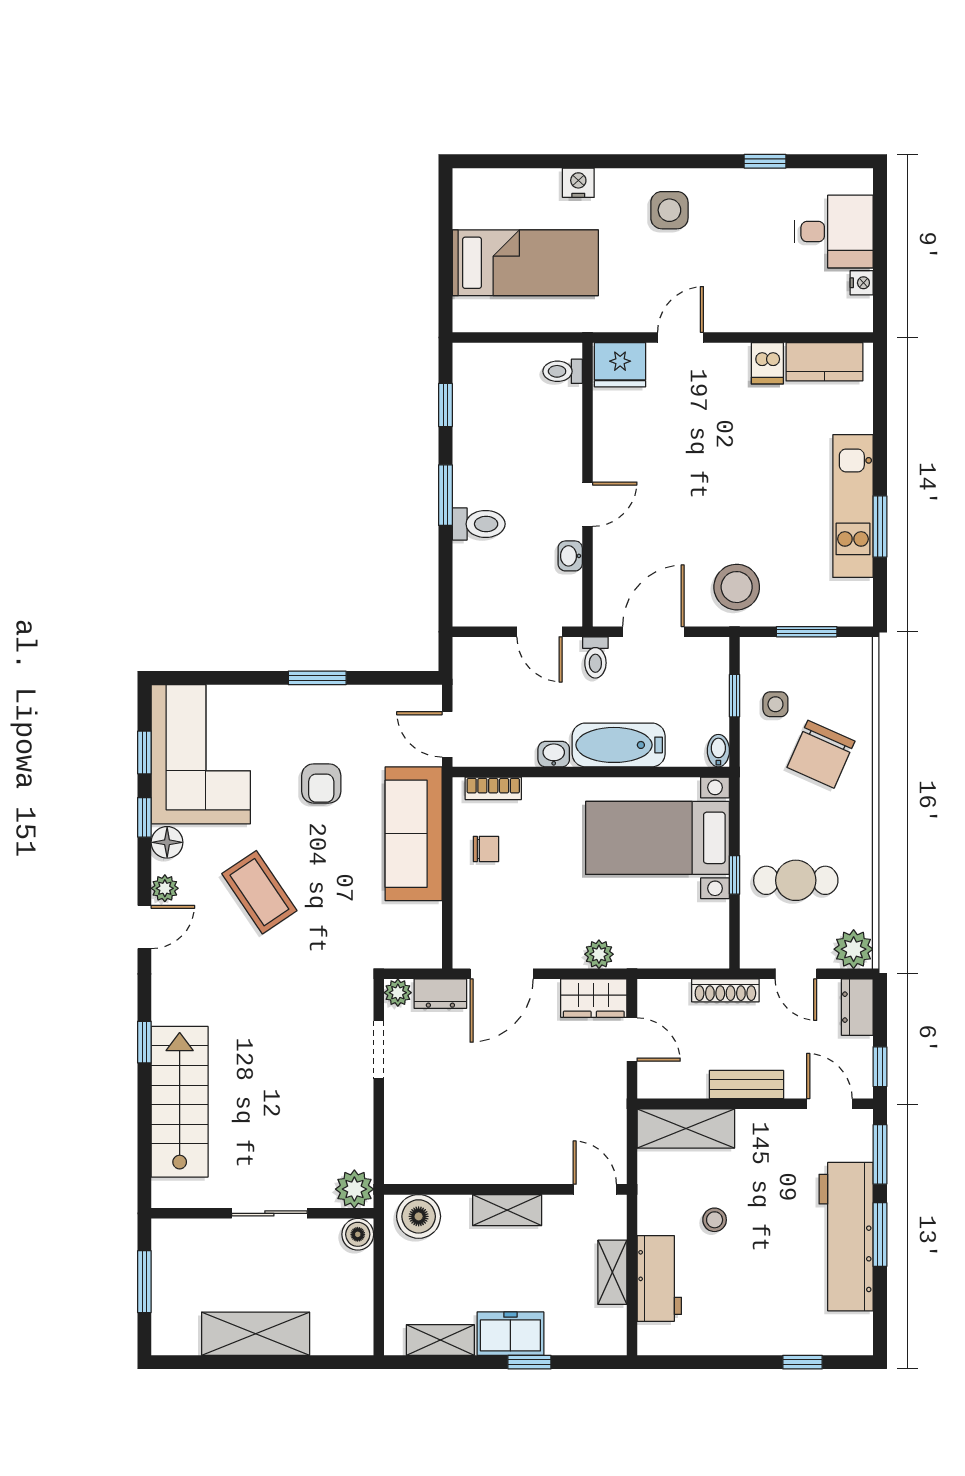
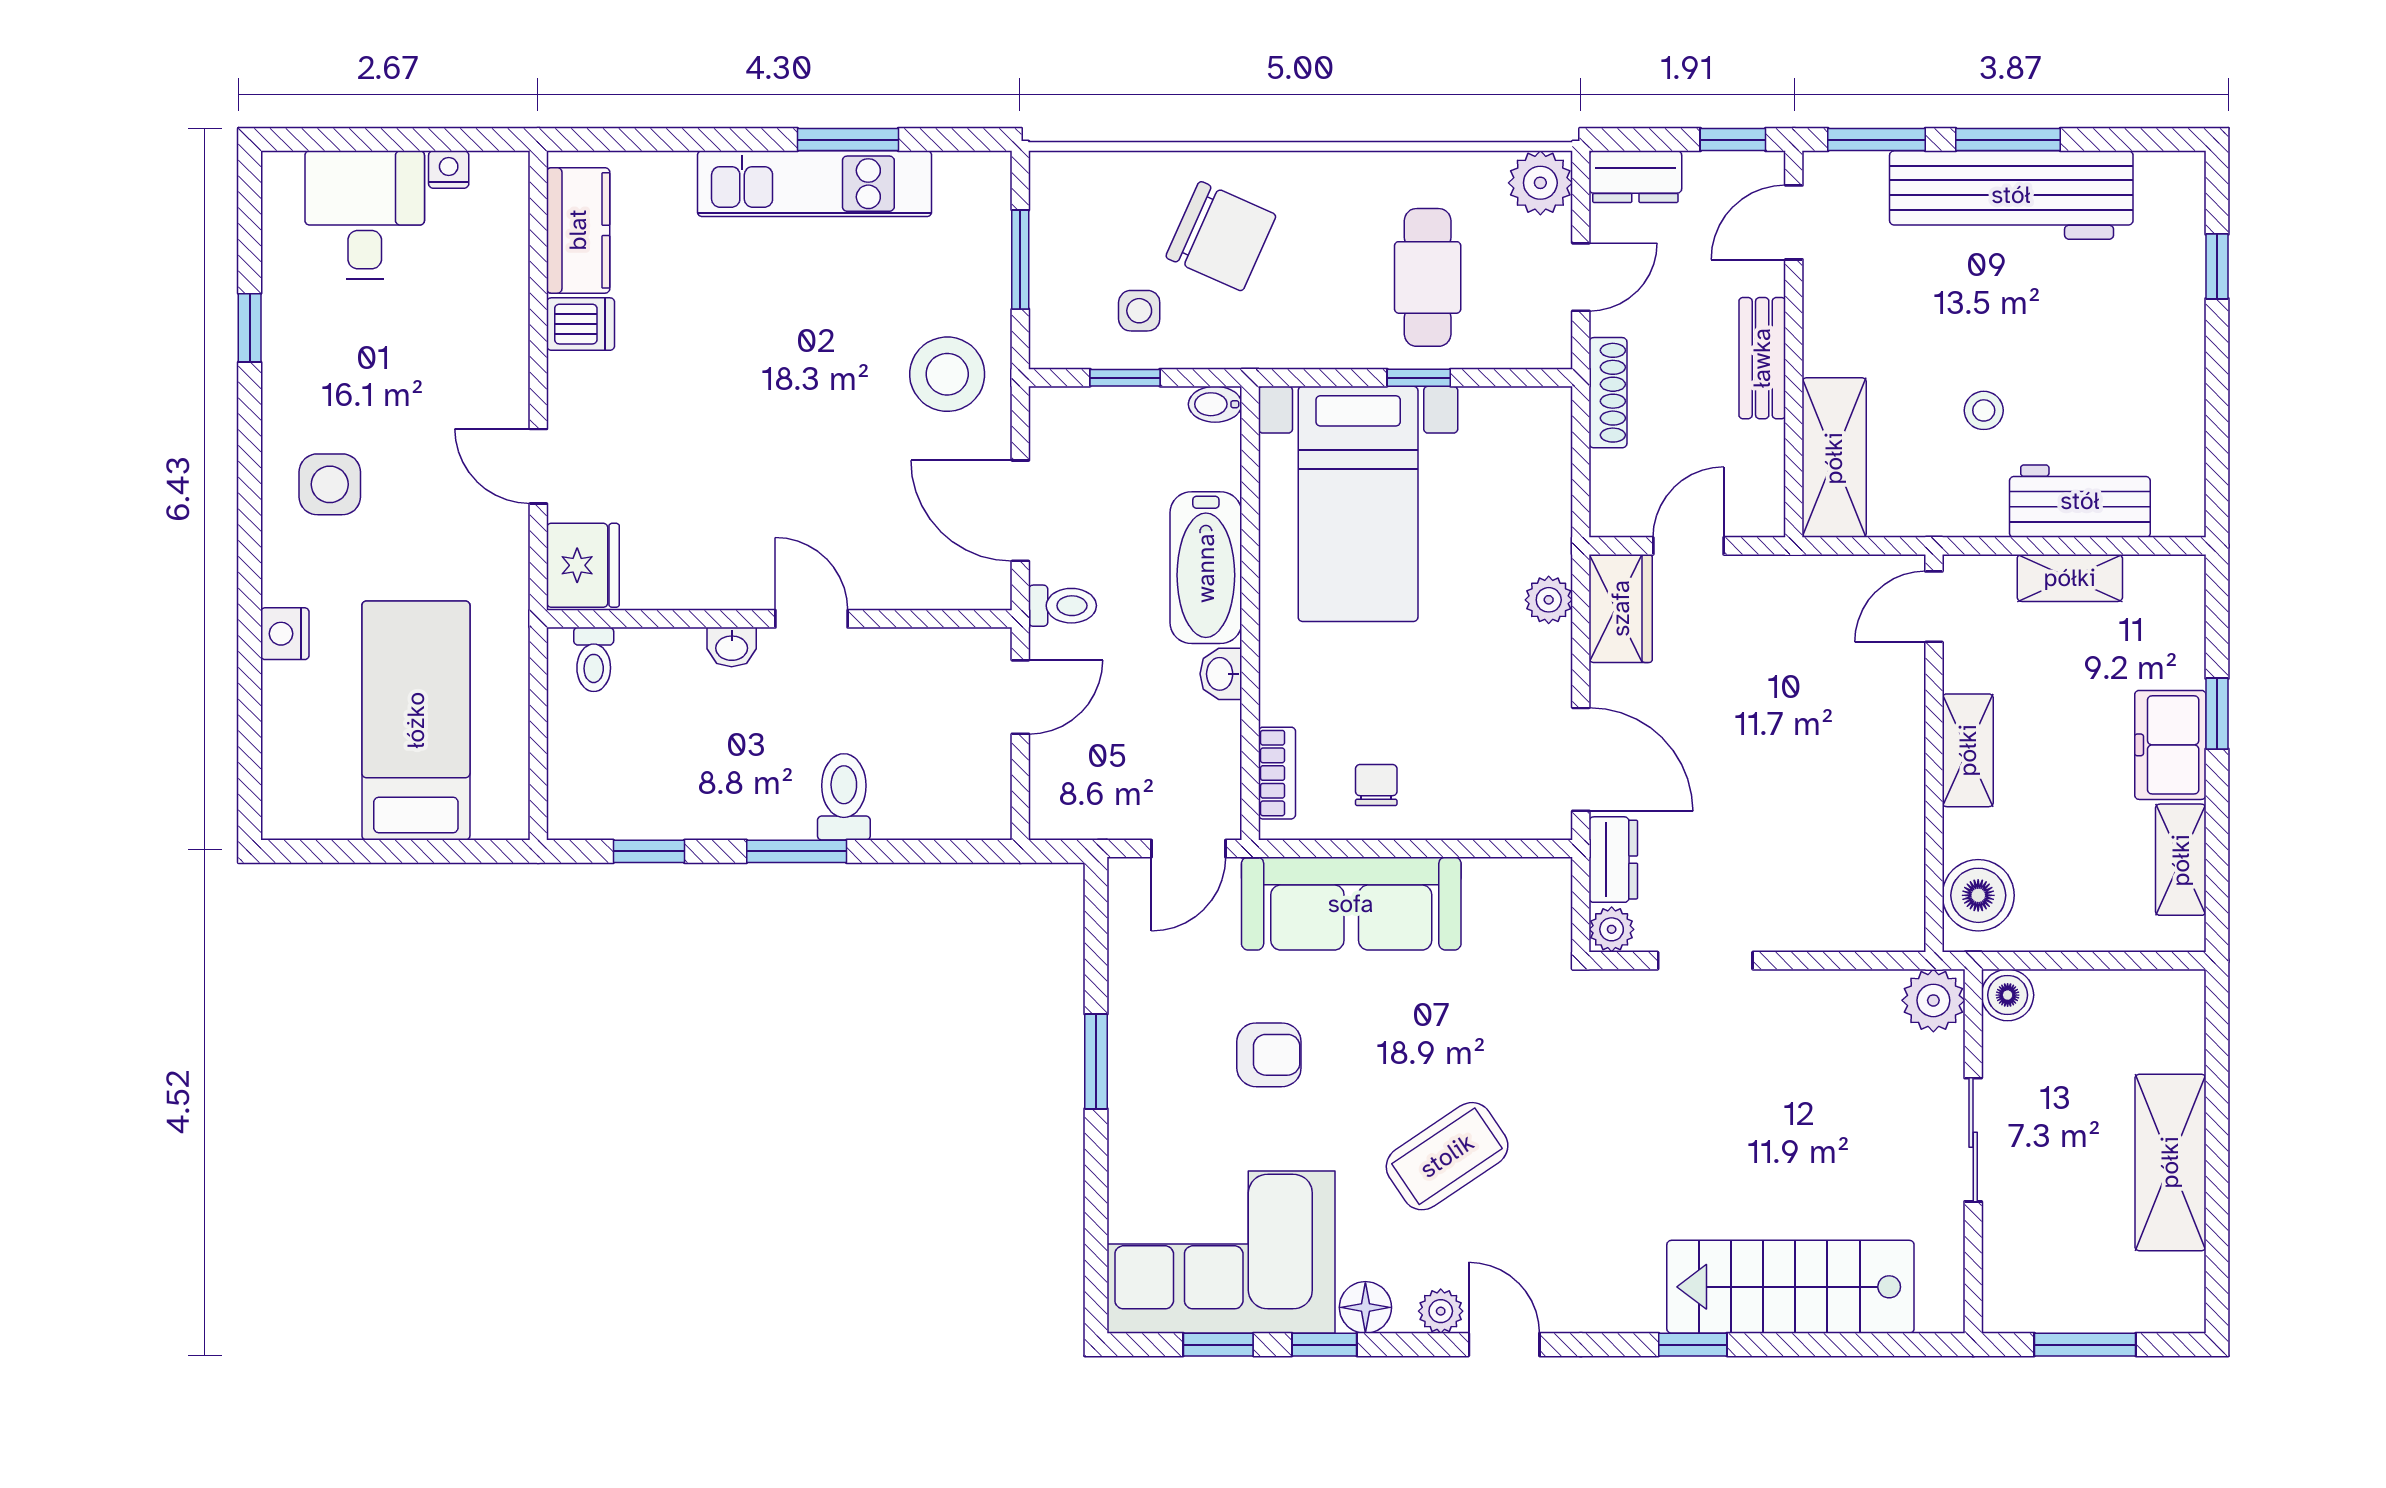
washbasin: (570, 556) -> (732, 647), moved

